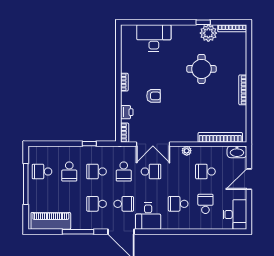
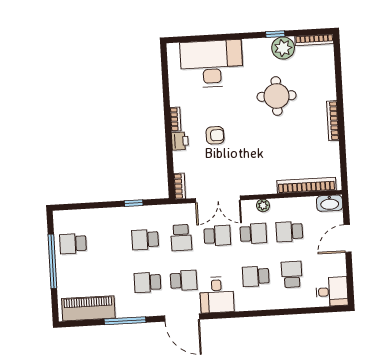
desk: (154, 38) -> (211, 64), width x1.36, depth x1.30
printer: (127, 112) -> (180, 141), moved
school desk: (69, 172) -> (253, 234), moved, turned -90
desk: (235, 214) -> (332, 292), width x0.73

